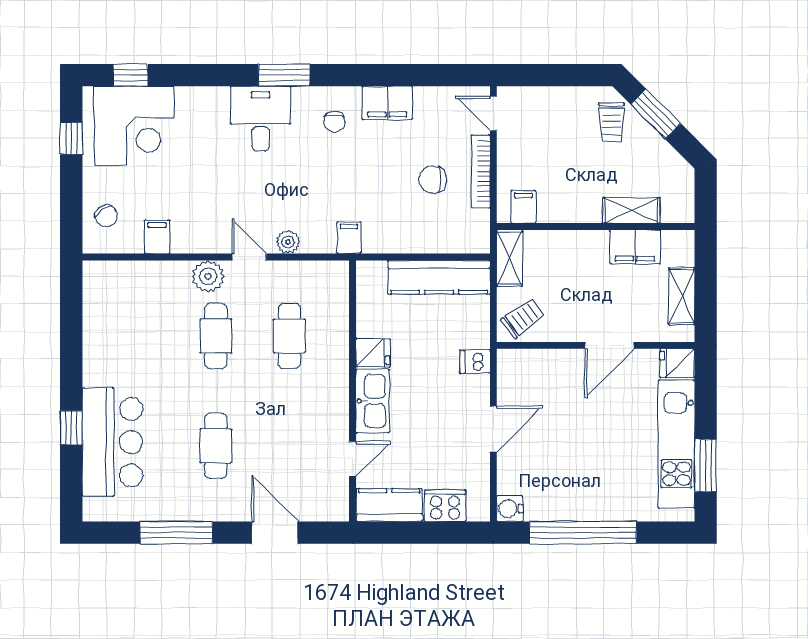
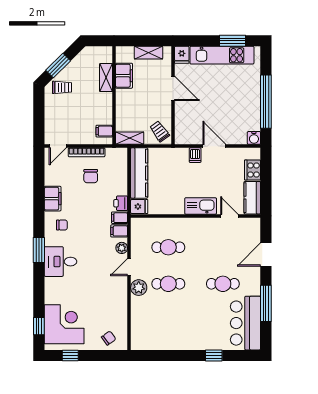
filing cabinet: (157, 237) -> (119, 231), moved
printer: (378, 240) -> (121, 203), added
fridge: (373, 353) -> (139, 207), moved, turned 90
dishwasher: (475, 362) -> (195, 155), moved
bar counter: (112, 442) -> (245, 323), moved, turned -90

